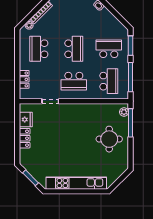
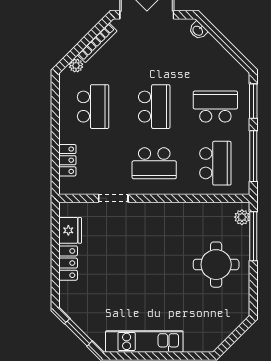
school desk: (39, 49) -> (93, 107), turned 180
kitchen unit: (76, 183) -> (144, 341), width x0.73

